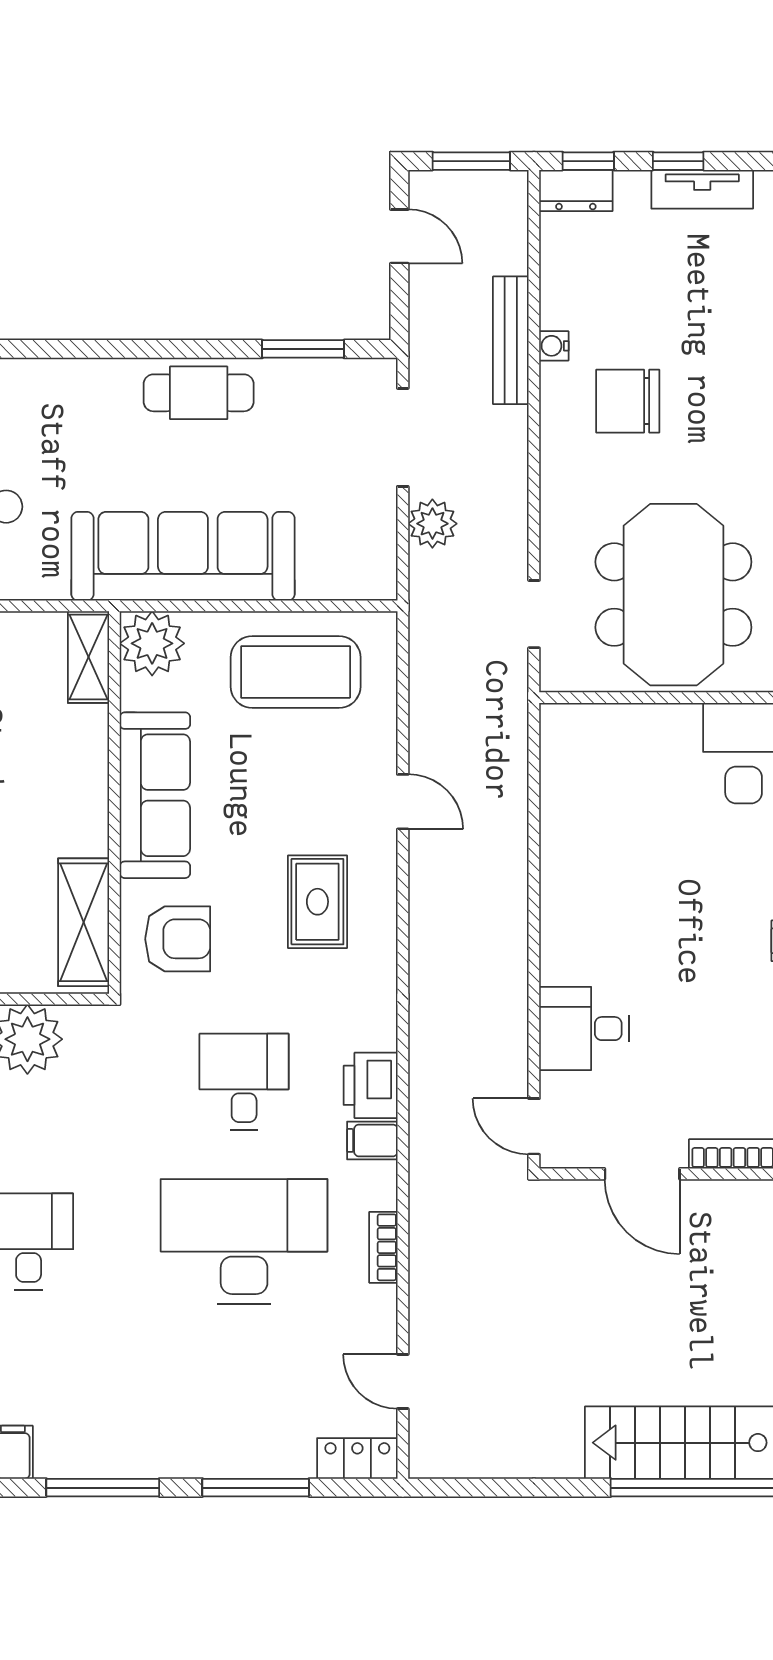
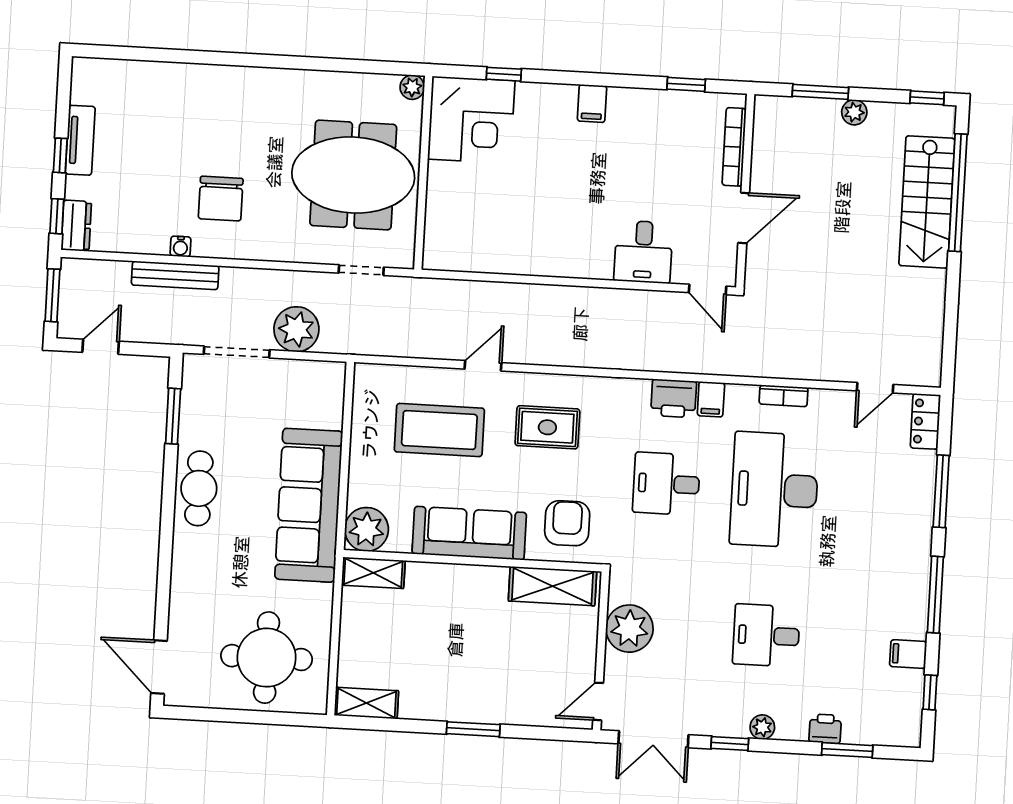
plant: (432, 524) -> (296, 329), width x1.36, depth x1.36
coffee table: (296, 672) -> (439, 430), moved, turned 90
door: (534, 1126) -> (708, 289), hinge flipped

